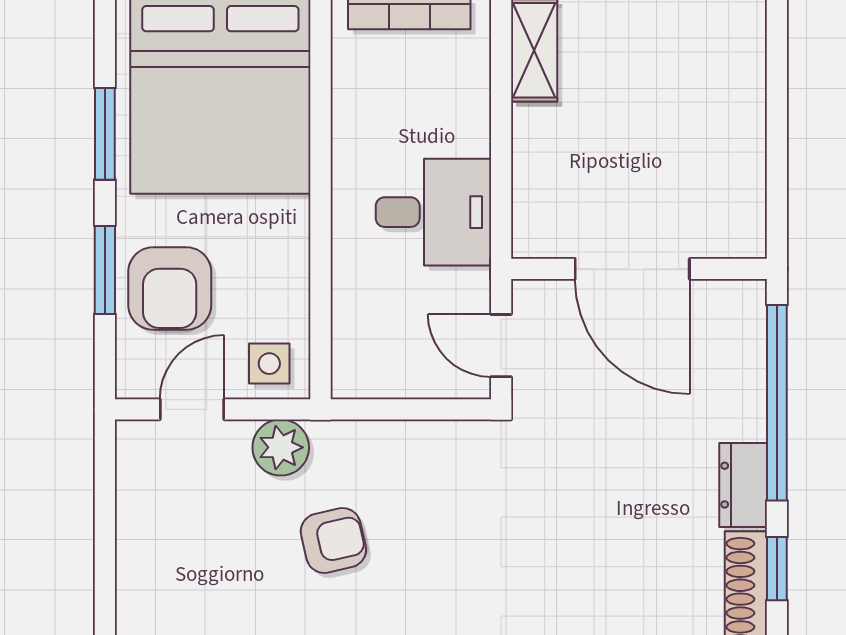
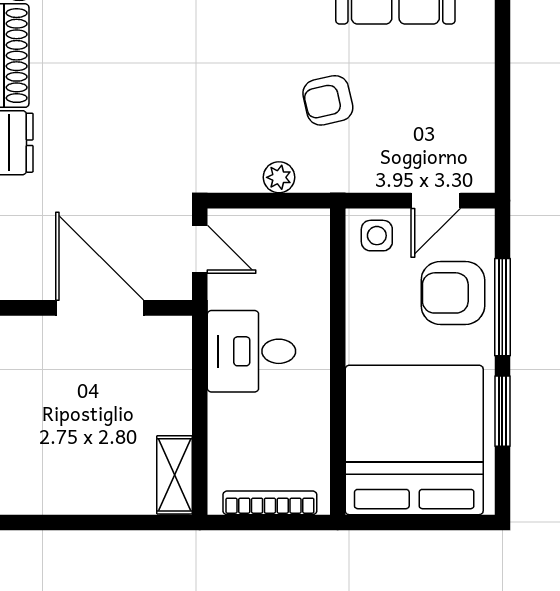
window: (105, 270) -> (502, 307), width x1.44
armchair: (170, 288) -> (453, 293), turned -90
plant: (281, 447) -> (279, 177), moved, width x0.73, depth x0.73

